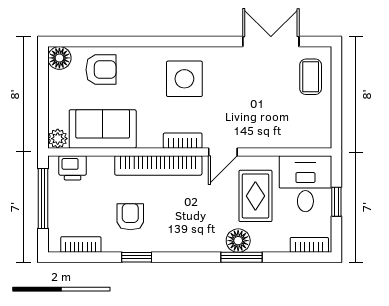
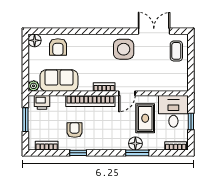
armchair: (101, 70) -> (58, 47), turned 90
side table: (184, 79) -> (124, 49), moved
window: (43, 198) -> (25, 120), width x0.69

